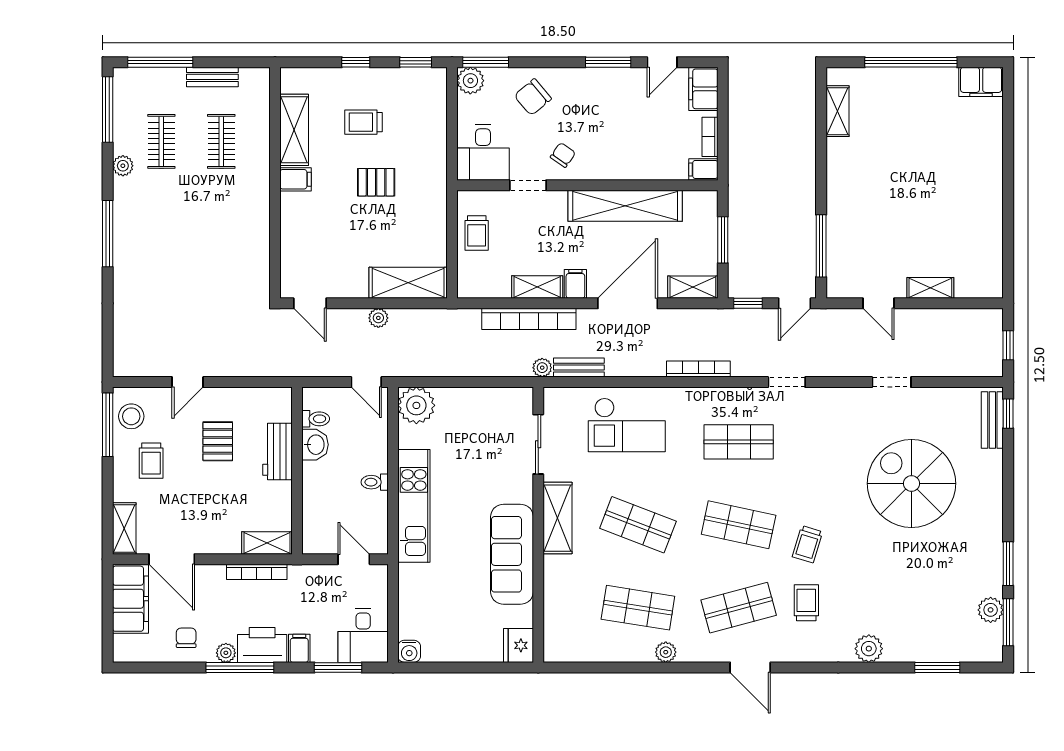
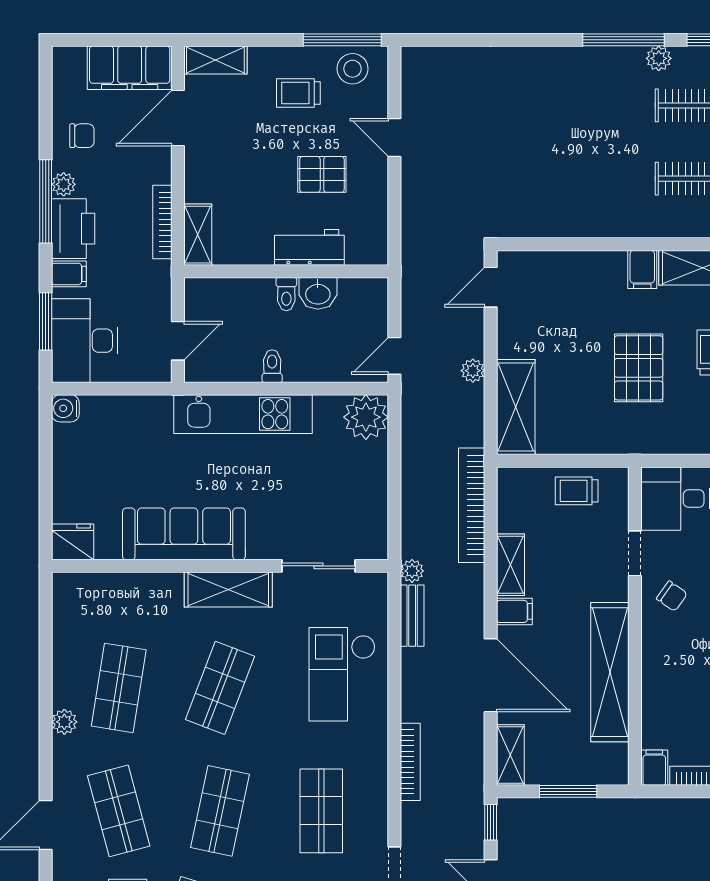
pallet: (376, 182) -> (639, 368), width x1.50, depth x1.42
window: (108, 234) -> (624, 40), moved
bookcase: (529, 319) -> (472, 505), moved
toilet: (316, 419) -> (286, 294), moved
desk: (363, 636) -> (85, 341), width x1.37

